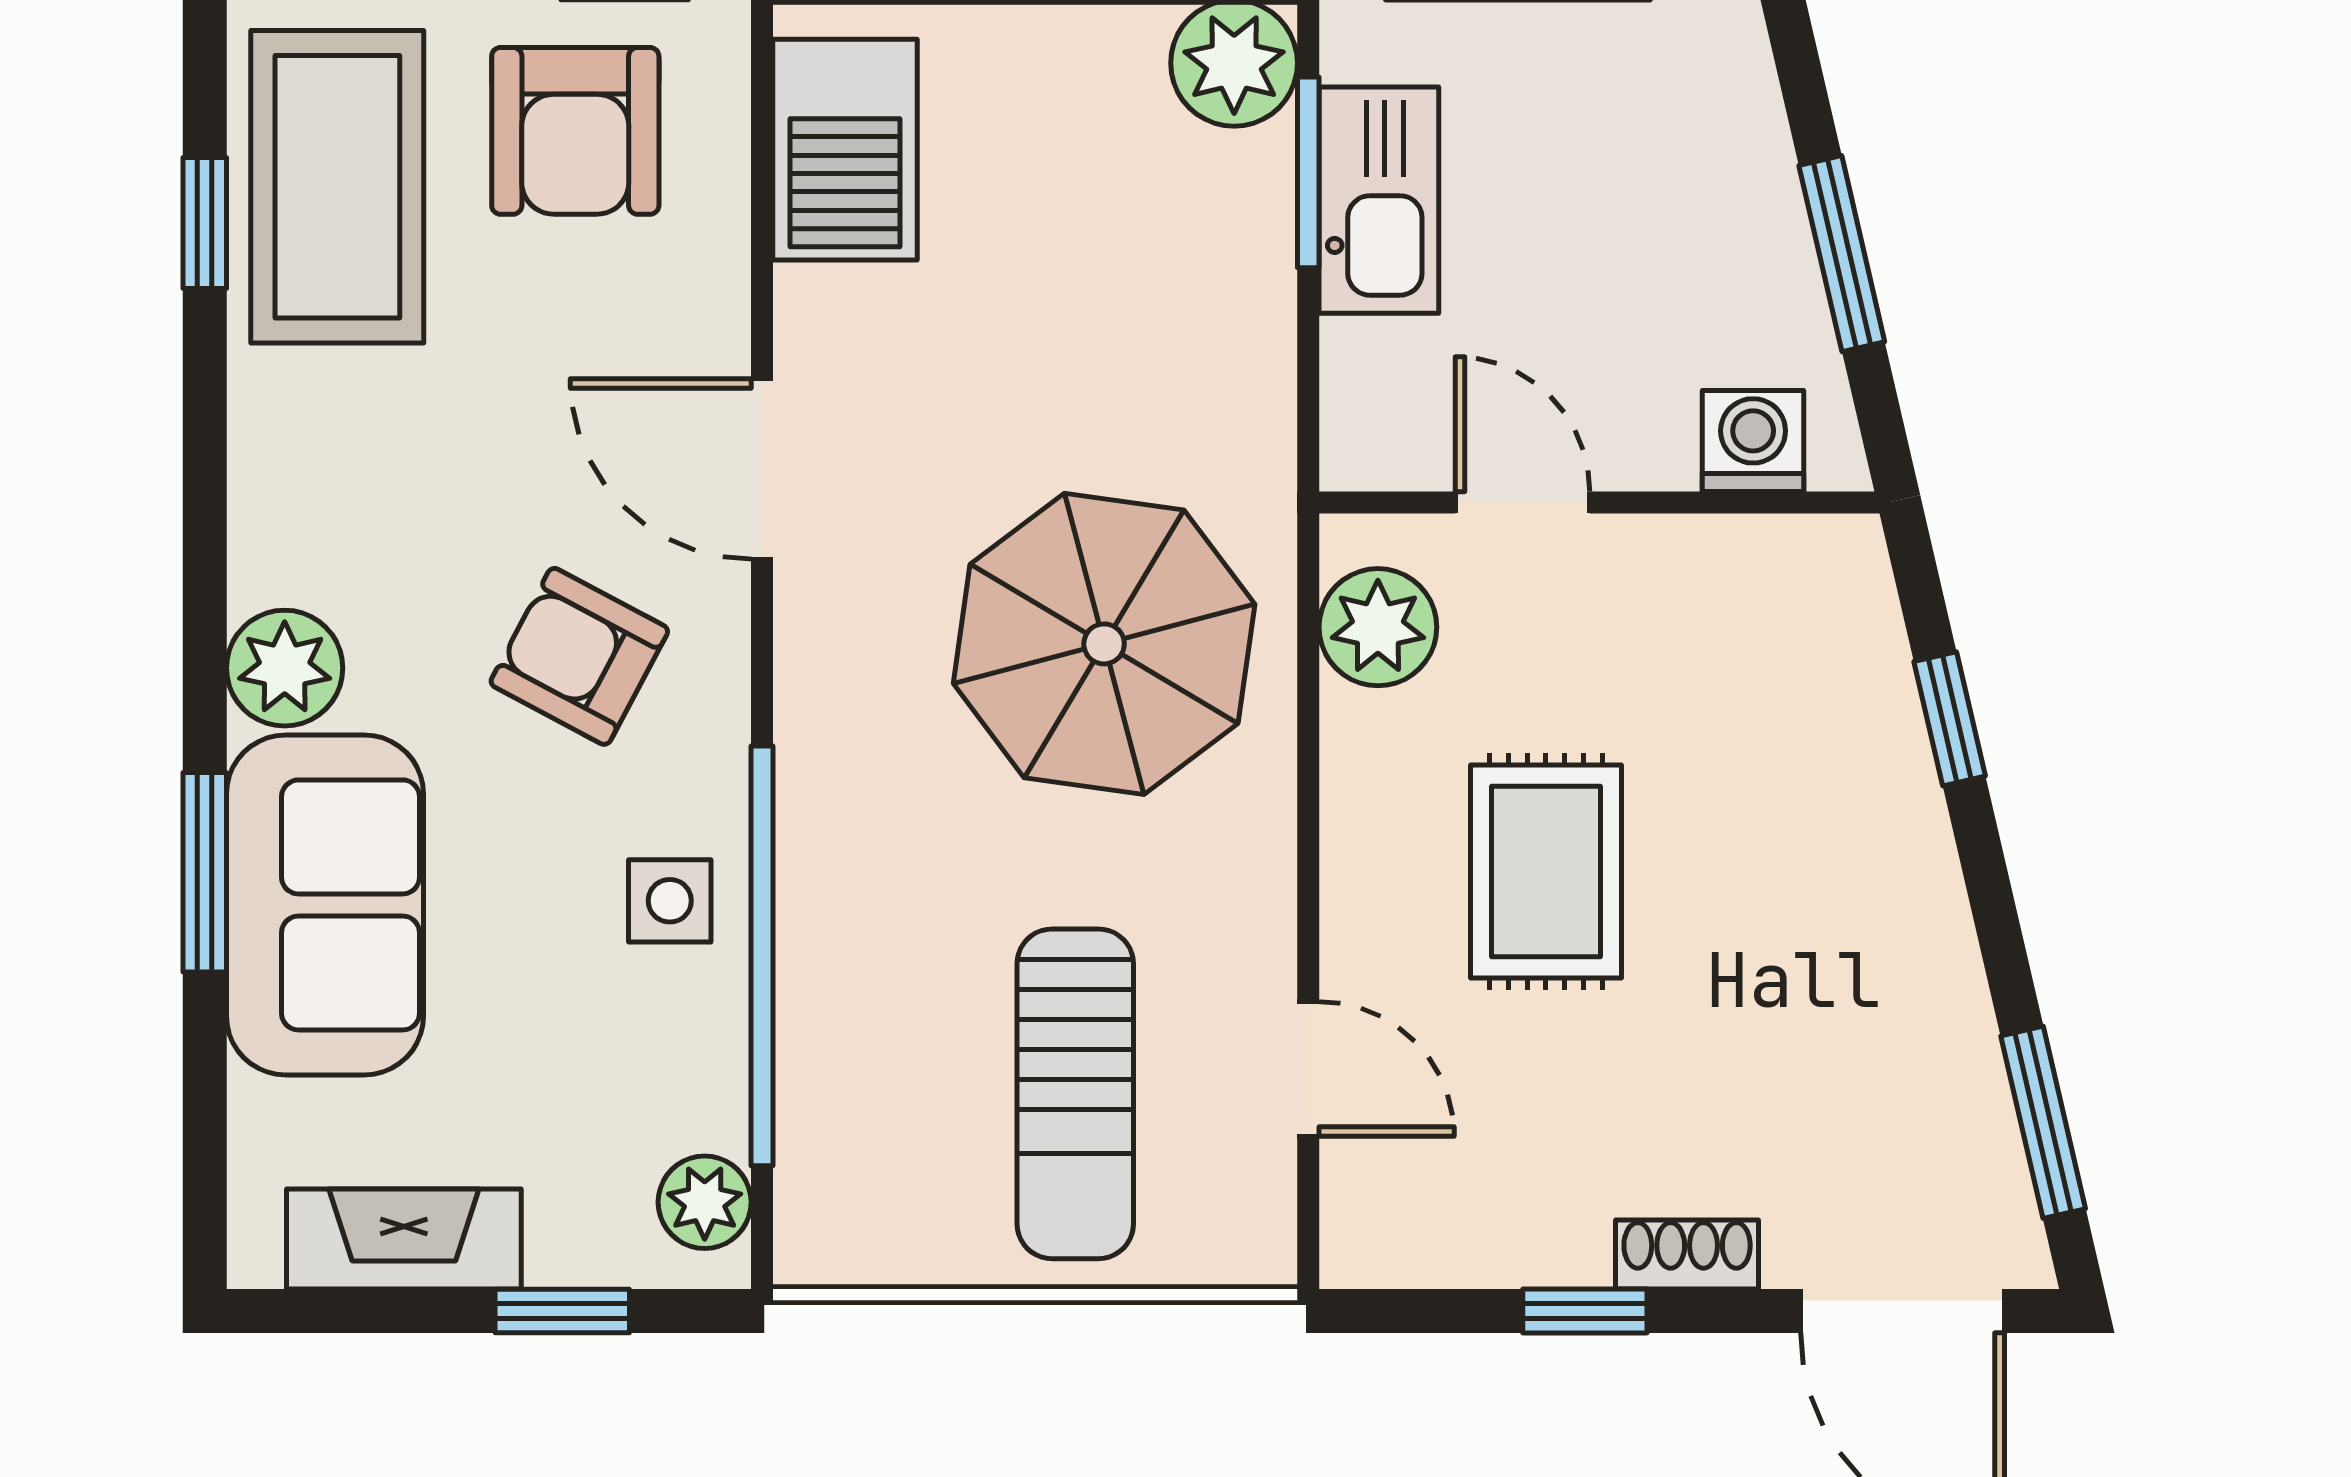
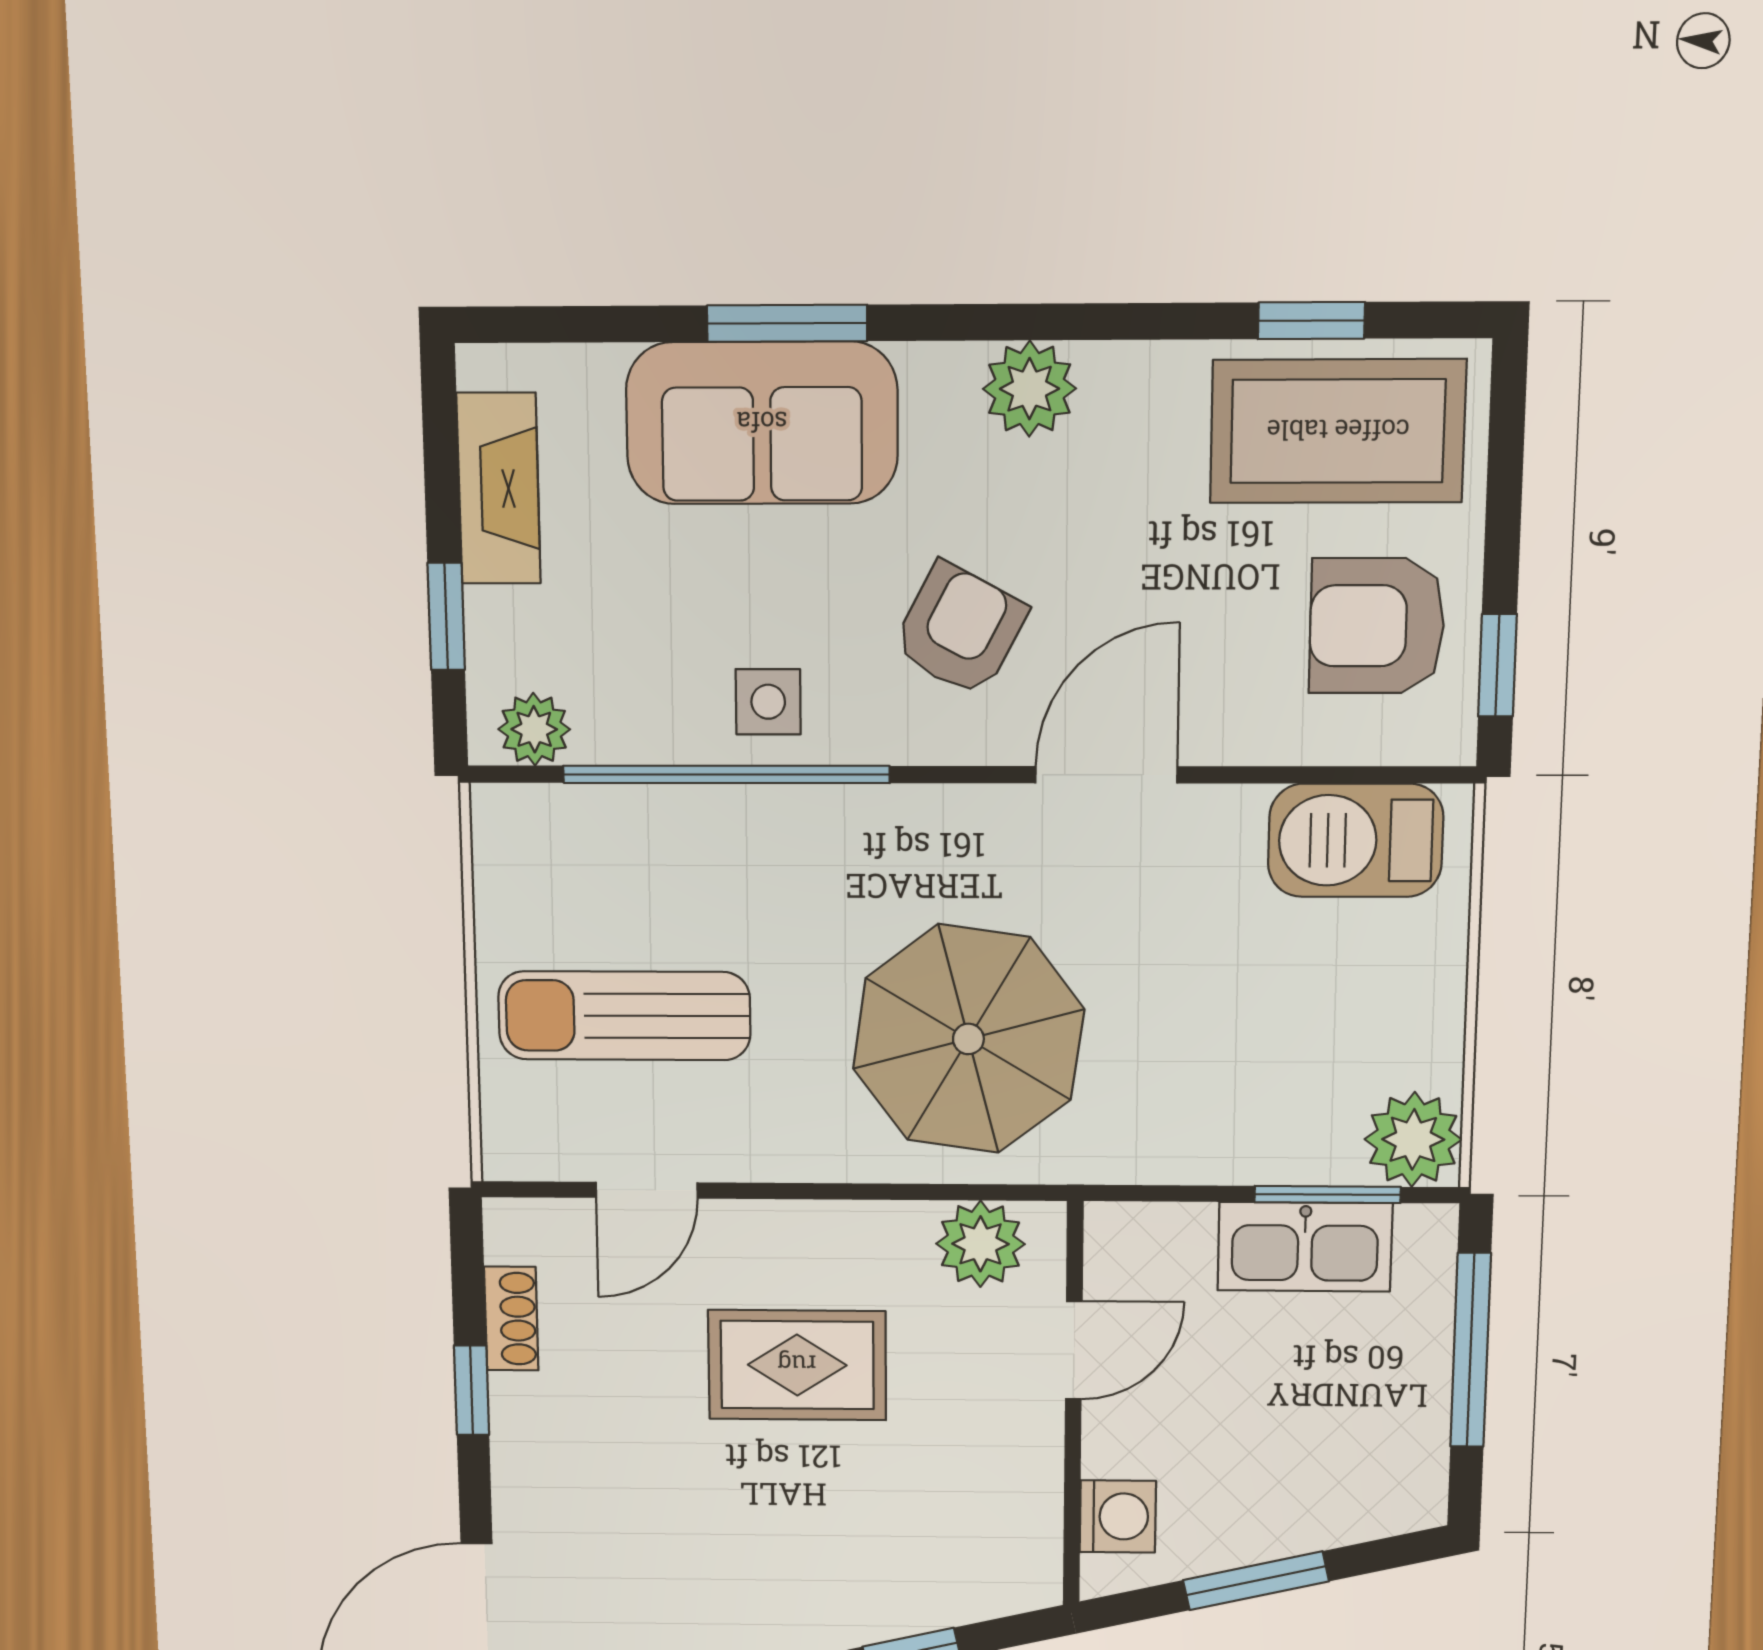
plant: (285, 668) -> (1029, 389), moved
shoe rack: (1687, 1254) -> (511, 1319), moved

